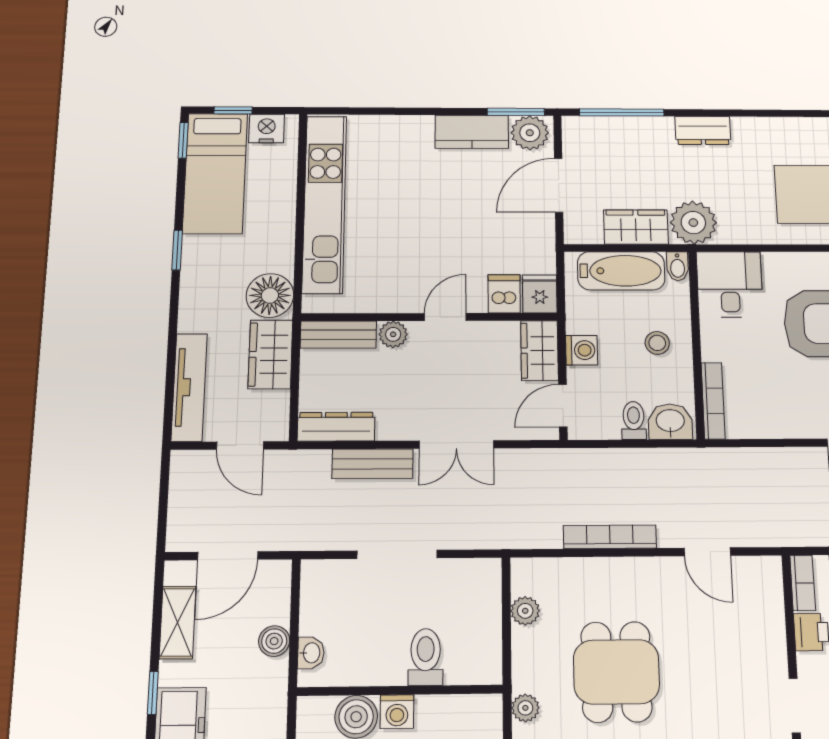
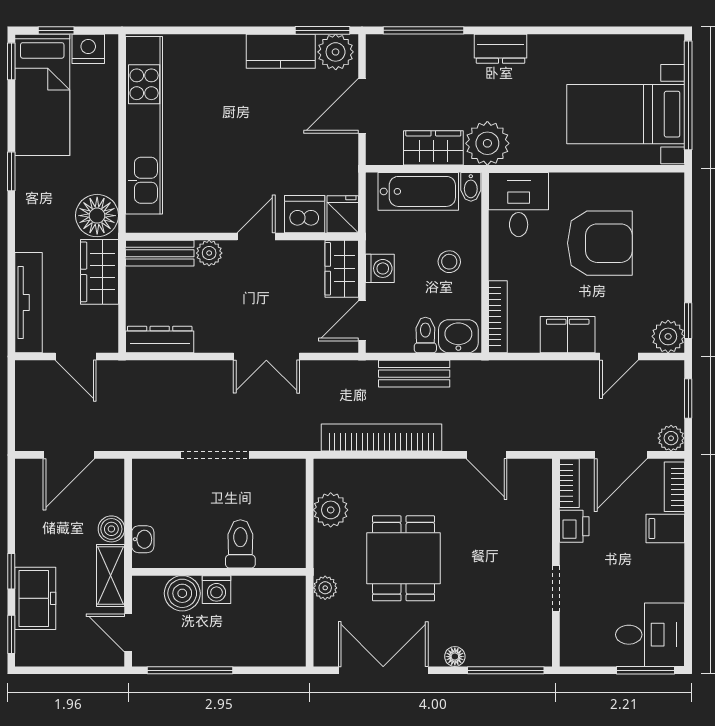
dishwasher: (504, 294) -> (305, 214), width x1.38
filing cabinet: (791, 419) -> (568, 335), added
bench: (373, 464) -> (414, 374), moved
bookcase: (610, 537) -> (382, 438), width x1.48, depth x1.31
plant: (525, 611) -> (331, 510), width x1.38, depth x1.38
shelving: (178, 622) -> (110, 576), moved

